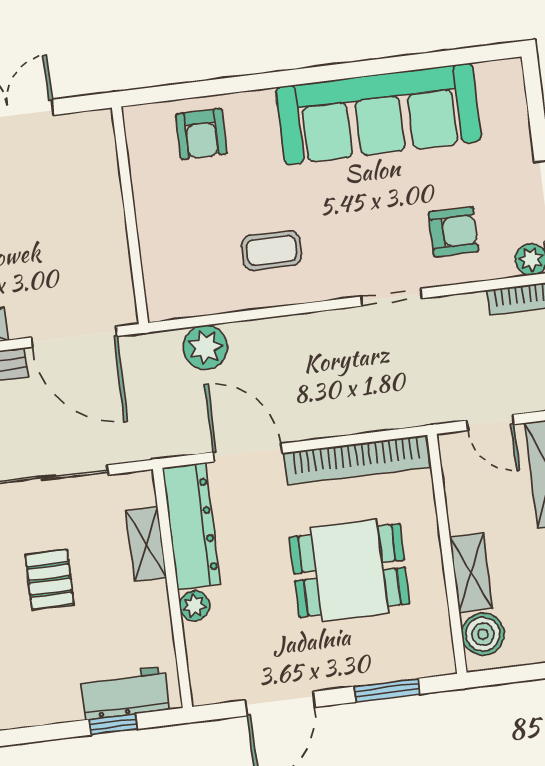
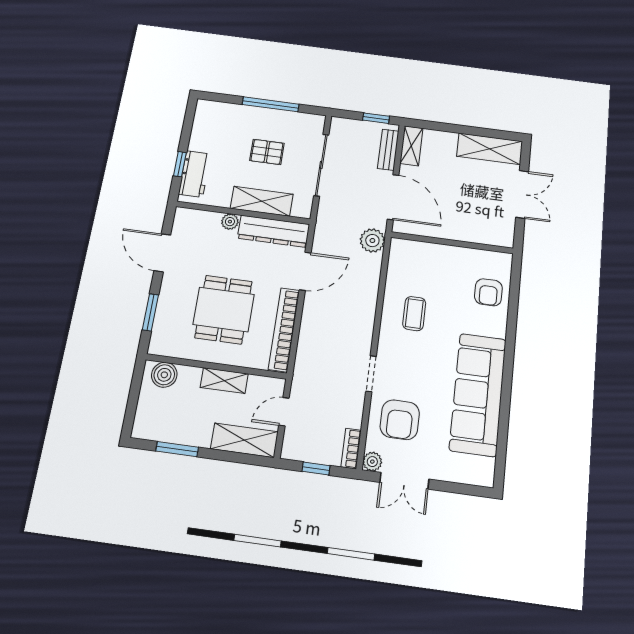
armchair: (201, 134) -> (488, 292), turned -90
armchair: (453, 232) -> (400, 420), width x1.38, depth x1.38
door: (74, 337) -> (393, 197), swing flipped
plant: (205, 347) -> (372, 241), moved
shelving: (146, 544) -> (262, 201), width x1.50, depth x1.33
shelving: (471, 573) -> (224, 381), moved

